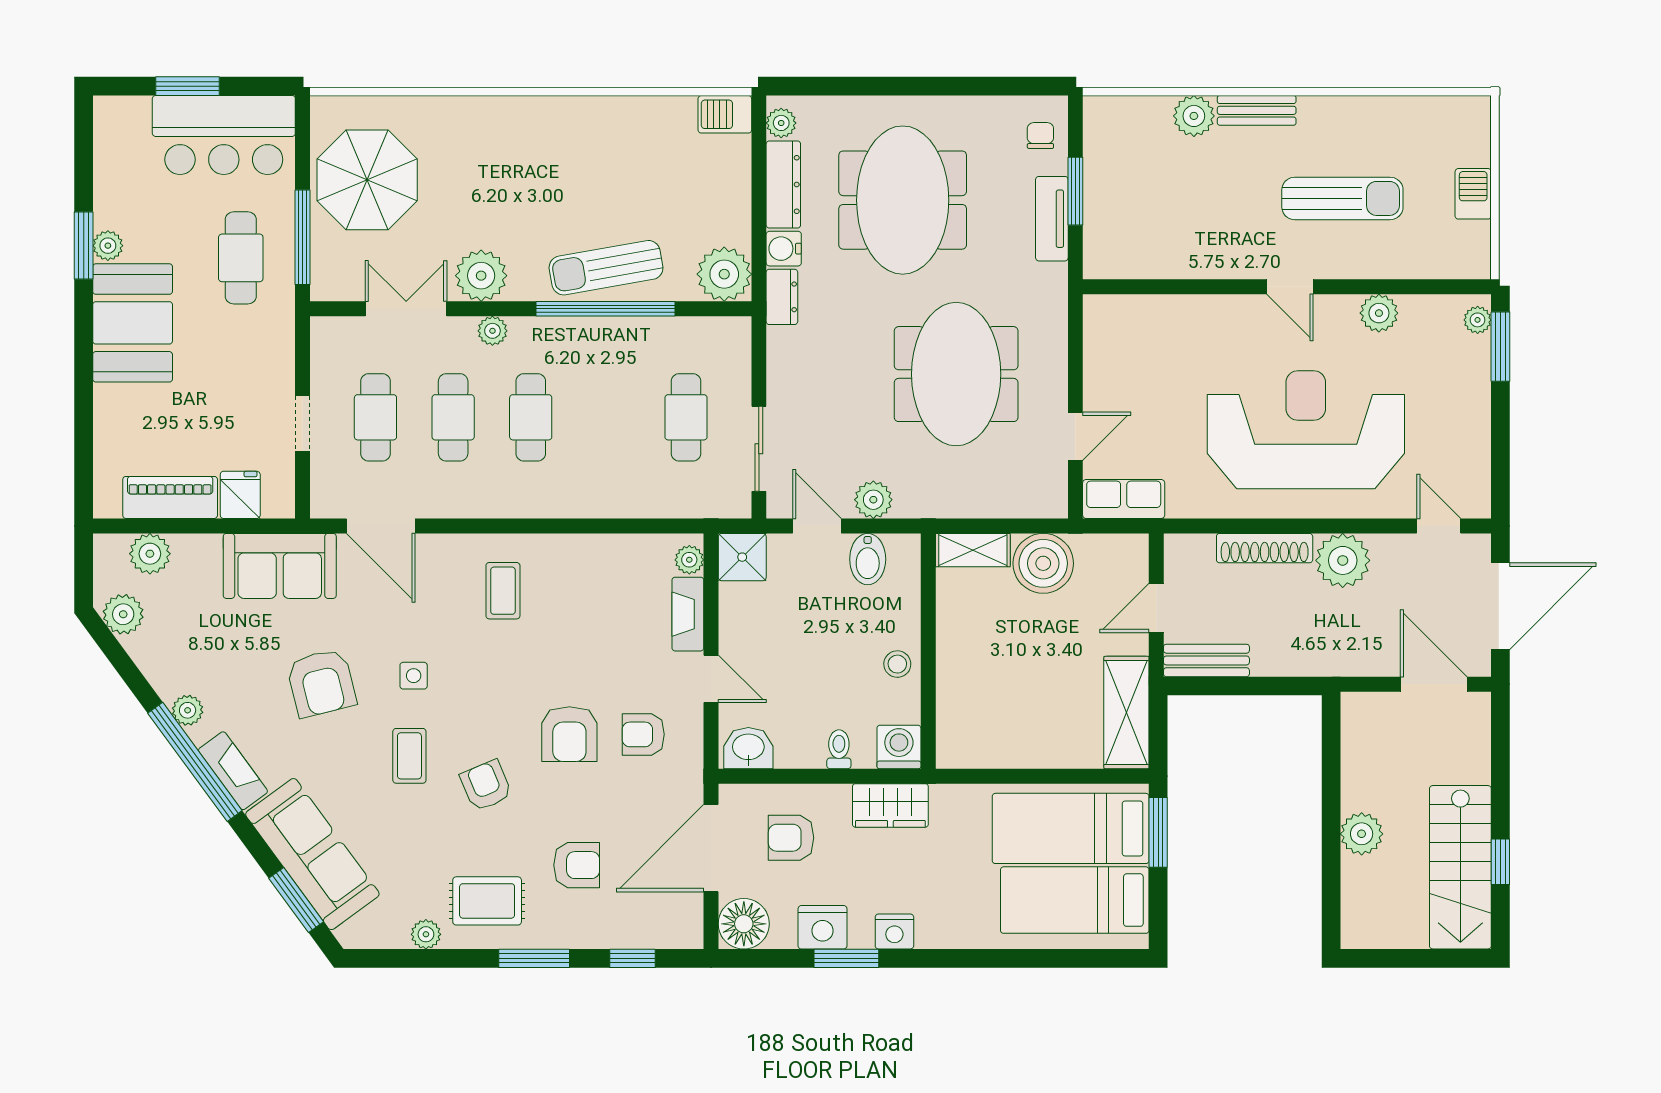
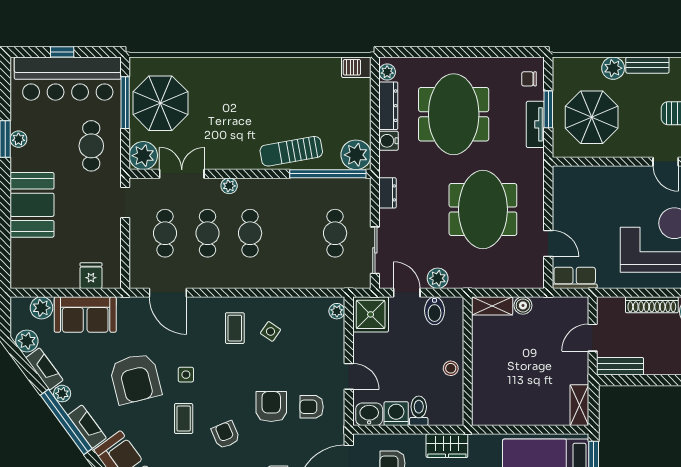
window: (188, 86) -> (62, 52), width x0.67
bar counter: (224, 135) -> (68, 79), width x1.36
chair: (1040, 136) -> (529, 79), turned -90
parasol: (1155, 206) -> (592, 117), added
window: (303, 237) -> (125, 103), moved
plant: (481, 276) -> (143, 156), moved
dresser: (782, 297) -> (388, 193), moved
window: (606, 309) -> (328, 174), moved
booth: (133, 323) -> (32, 205), moved
doorway: (303, 424) -> (125, 202), moved
door: (1075, 436) -> (548, 244), hinge flipped
piano: (170, 497) -> (53, 277), removed
shower: (742, 557) -> (371, 314), width x1.36, depth x1.36
boiler: (1043, 563) -> (523, 305), width x0.54, depth x0.54
sofa: (280, 566) -> (85, 315), moved
side table: (568, 597) -> (271, 331), added
fireplace: (688, 614) -> (44, 369), moved, turned 144
armchair: (321, 683) -> (135, 379), width x1.36, depth x1.36
shelving: (1126, 713) -> (579, 405), width x0.67, depth x0.75
armchair: (569, 734) -> (271, 407), turned 180
washing machine: (899, 747) -> (396, 414), moved
toilet: (839, 749) -> (419, 411), width x1.37, depth x1.39

